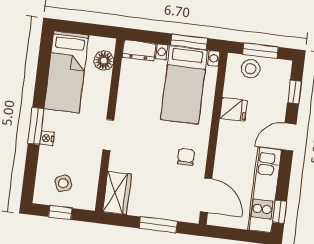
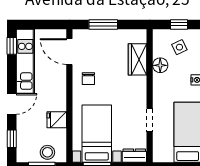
floor lamp: (104, 61) -> (160, 65), moved
doorway: (108, 135) -> (150, 120), moved
wardrobe: (117, 193) -> (138, 59), moved

